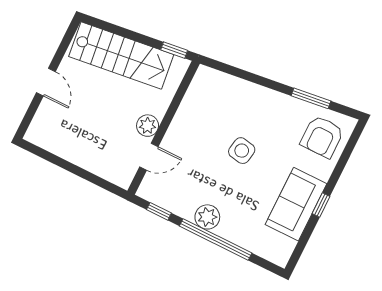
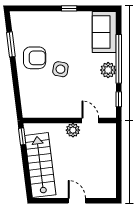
door: (46, 82) -> (77, 201), hinge flipped
armchair: (322, 137) -> (35, 58), moved
sofa: (296, 204) -> (104, 32), moved, turned 90

